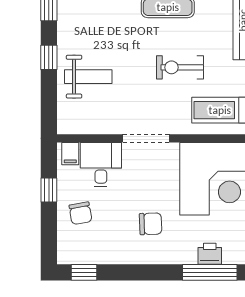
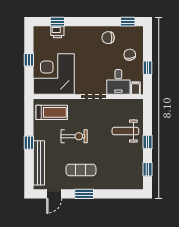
chair: (151, 224) -> (108, 38), moved
window: (210, 272) -> (57, 22), width x0.46

